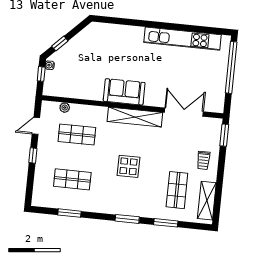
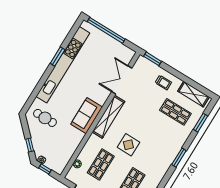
window: (175, 27) -> (58, 57), added
kitchen unit: (183, 39) -> (63, 65), width x1.36
cafe table: (99, 46) -> (45, 118), added
display table: (128, 166) -> (128, 145), moved
window: (166, 223) -> (200, 123), moved

